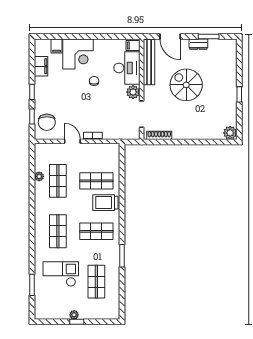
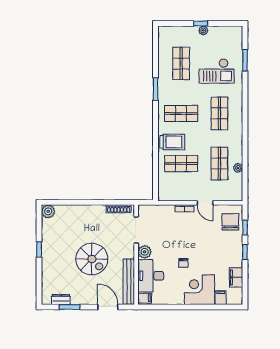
dresser: (198, 44) -> (61, 299), moved

